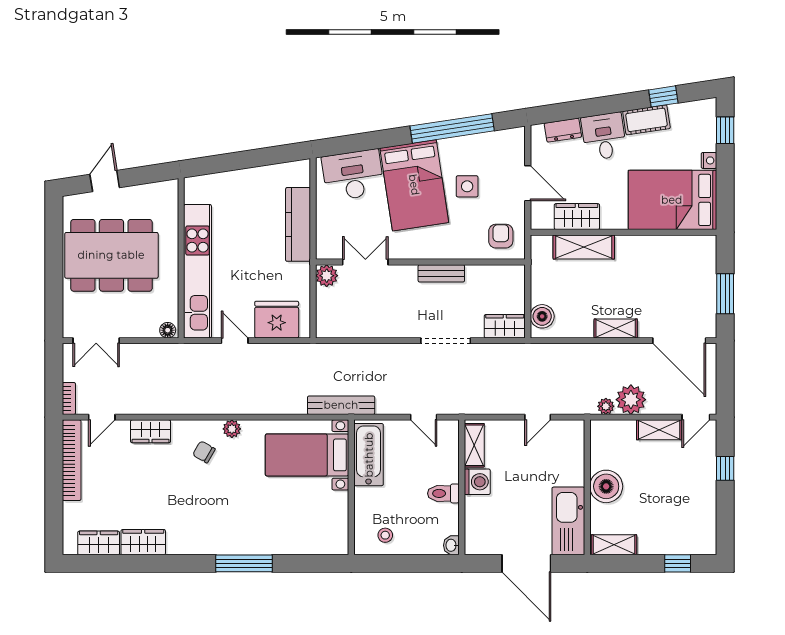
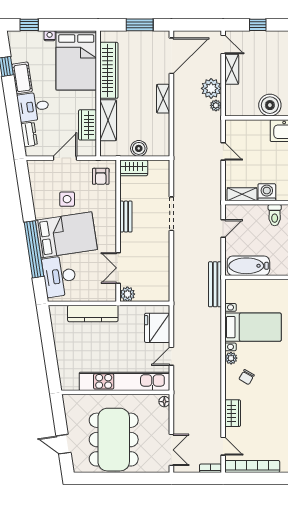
window: (452, 128) -> (34, 249), moved
armchair: (501, 236) -> (101, 176), turned -90
wardrobe: (658, 248) -> (109, 70), added
boiler: (542, 316) -> (139, 148), moved
wardrobe: (505, 326) -> (134, 168), moved, turned -90
bed with nightstands: (307, 455) -> (253, 327), moved, turned -90

